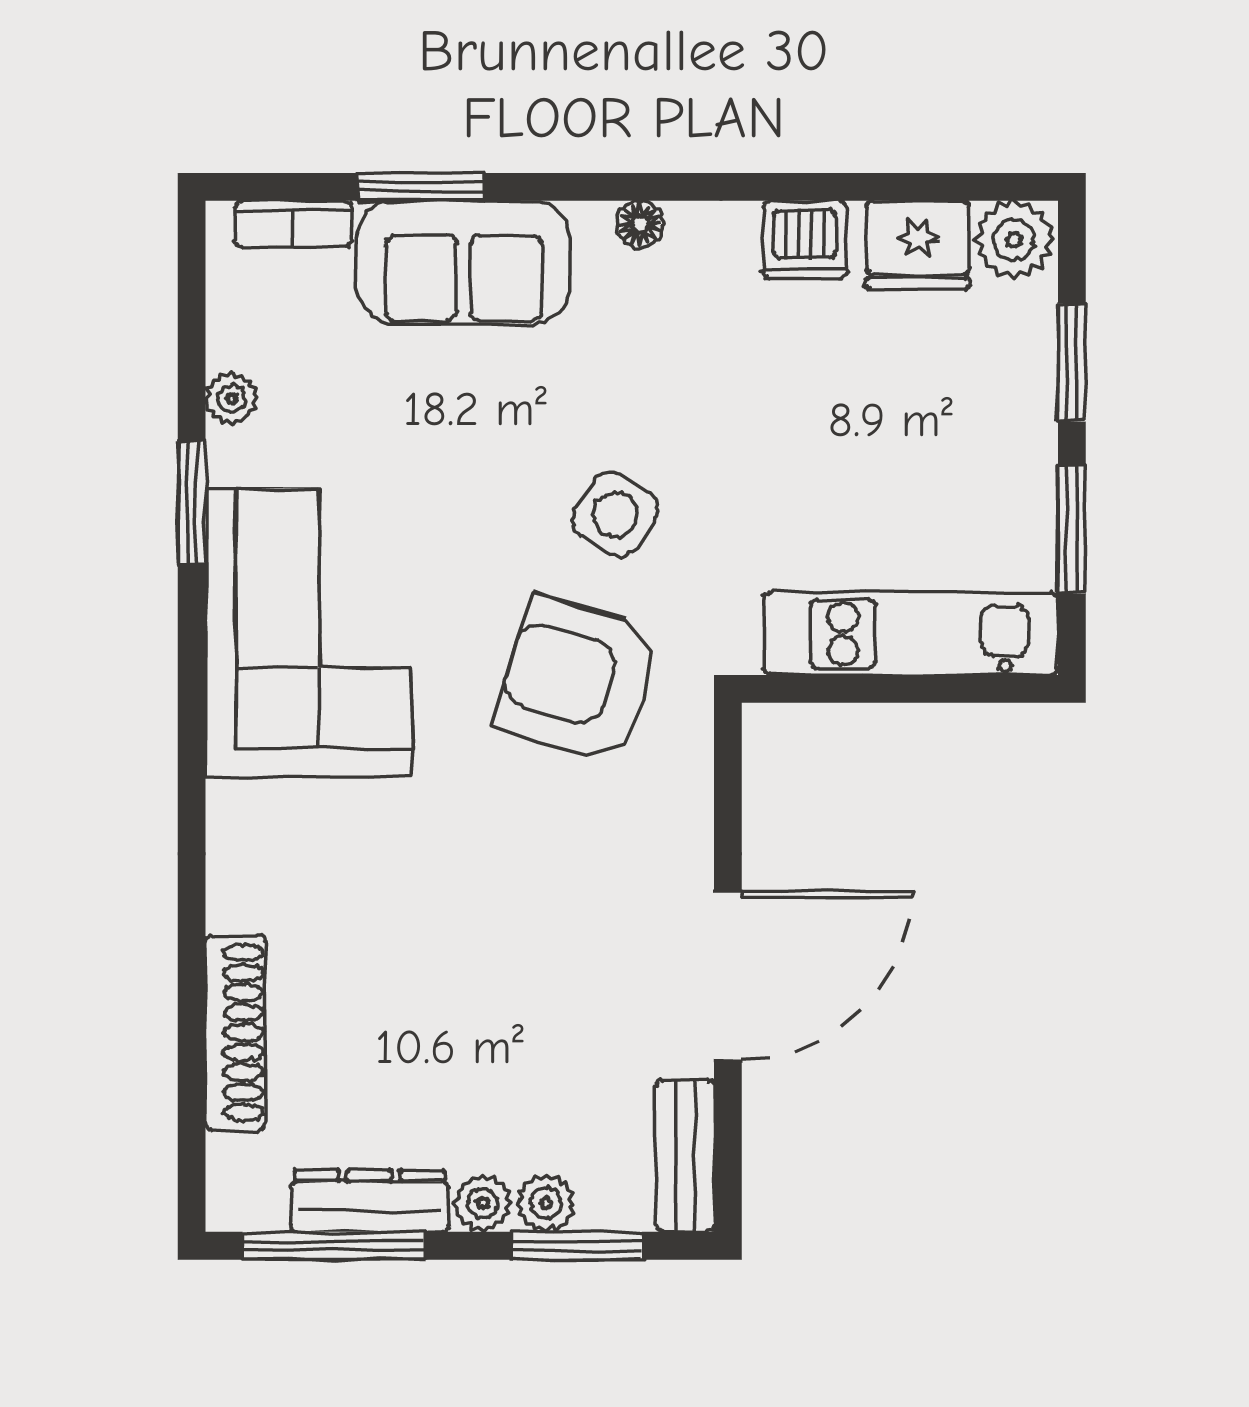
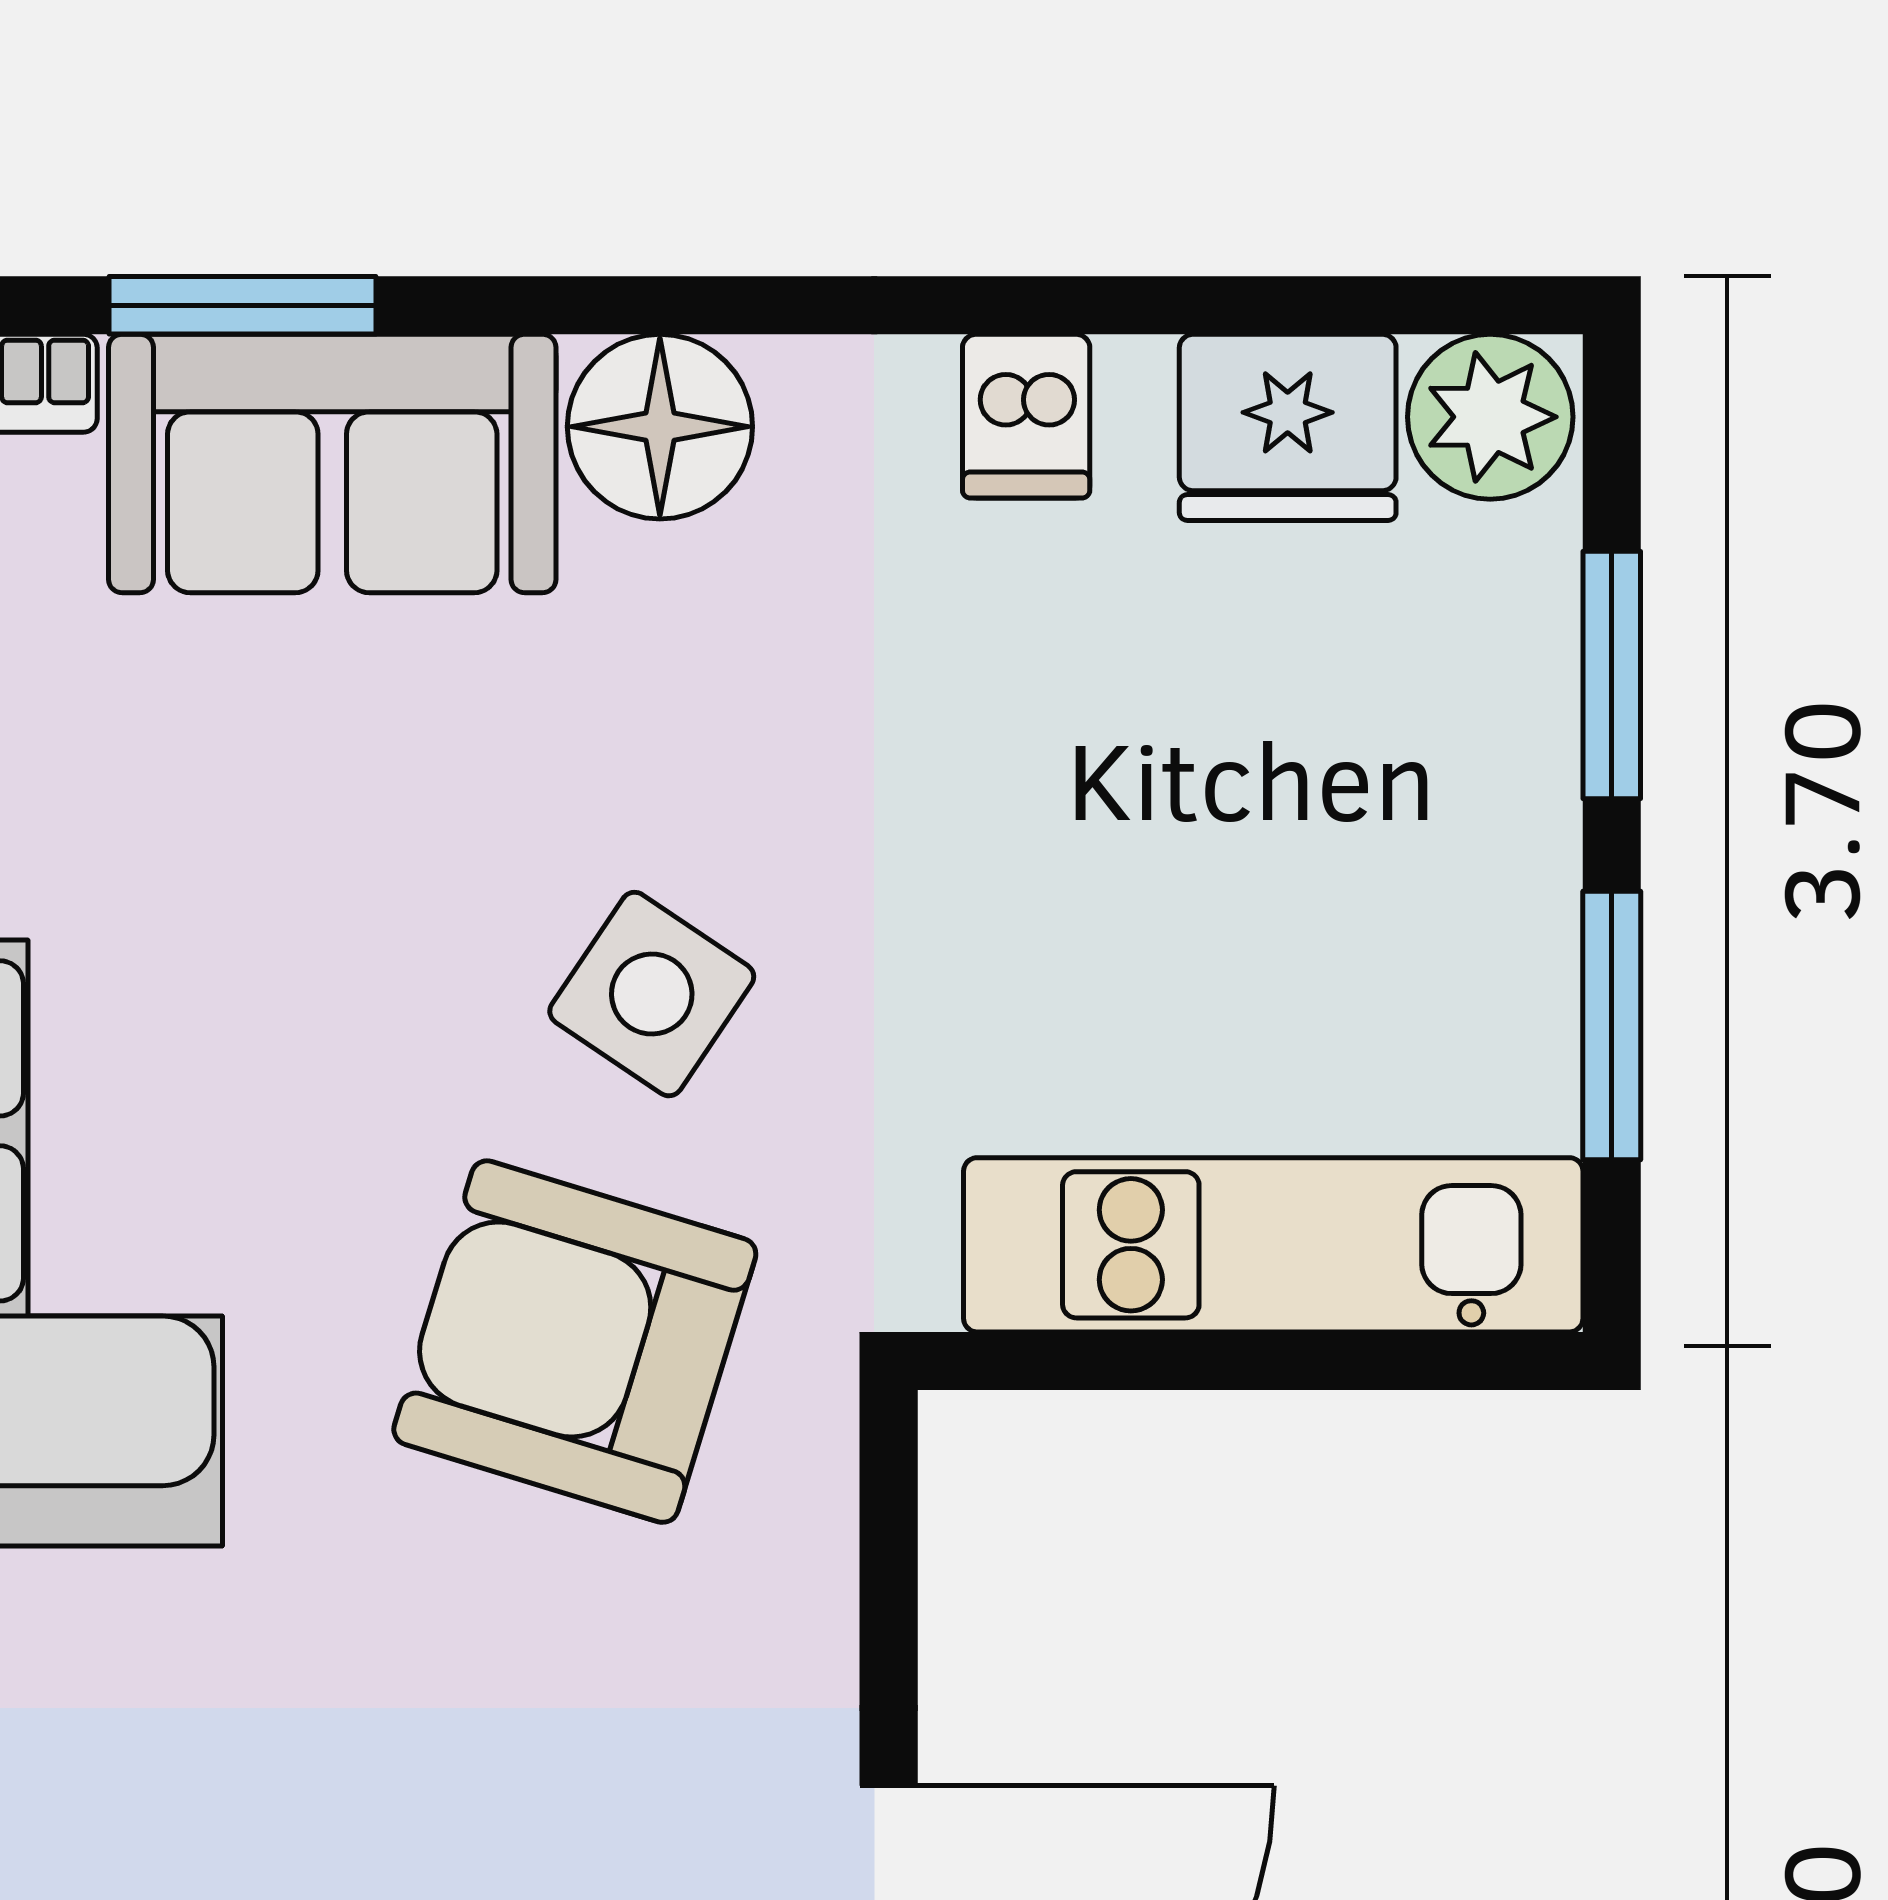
floor lamp: (640, 224) -> (660, 427), width x1.89, depth x1.89
dishwasher: (805, 240) -> (1026, 416), width x0.73

